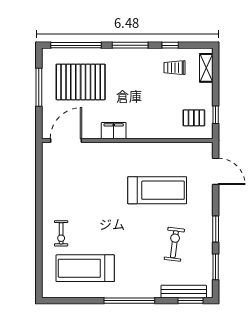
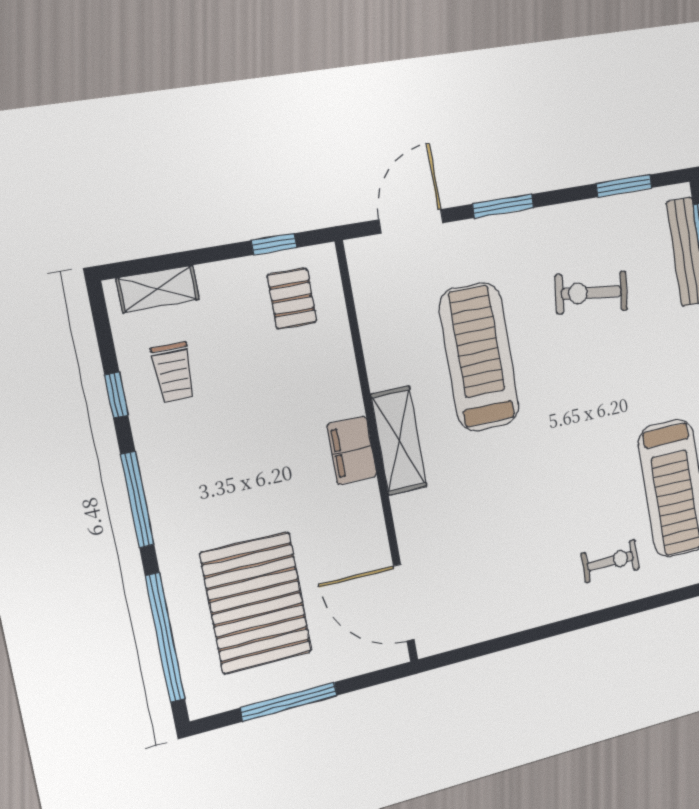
filing cabinet: (114, 131) -> (352, 450), moved
shelving: (131, 150) -> (399, 441), added
window: (216, 229) -> (503, 206), moved

